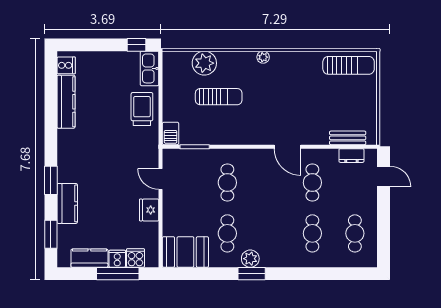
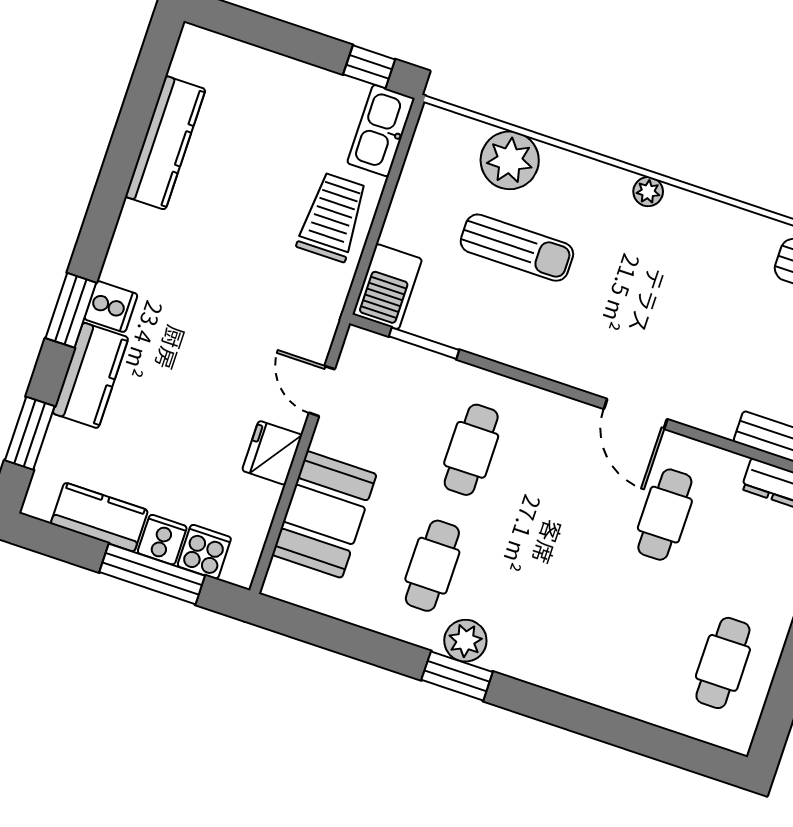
cooker: (66, 65) -> (111, 307), moved
barbecue: (171, 133) -> (387, 287), width x1.38, depth x1.27
cafe table: (312, 233) -> (626, 631), removed
booth: (185, 252) -> (324, 514), moved, turned 90

